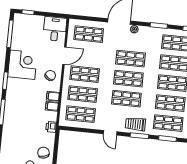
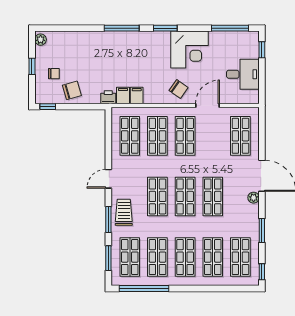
desk: (55, 29) -> (243, 74), moved
door: (64, 56) -> (208, 106), swing flipped
filing cabinet: (53, 96) -> (123, 95), moved

